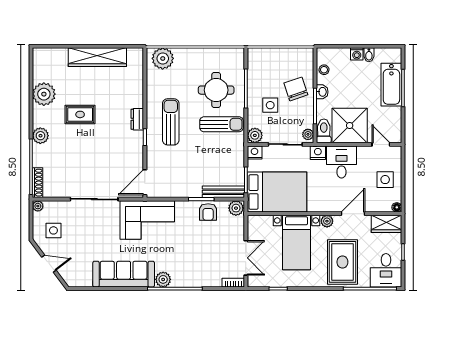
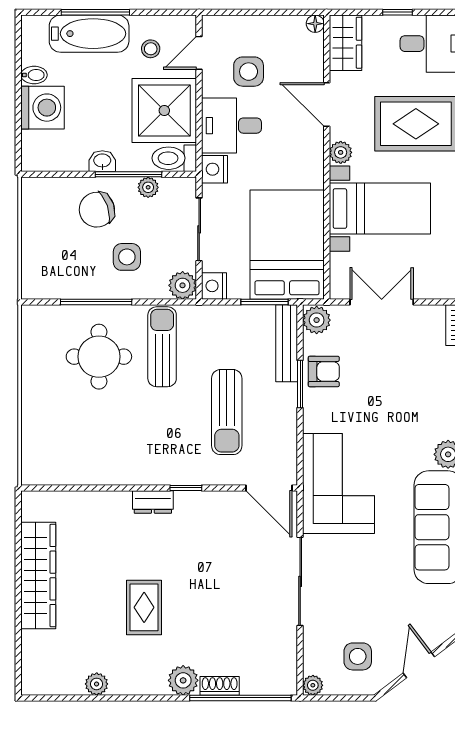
washing machine: (357, 54) -> (43, 108), width x1.89, depth x1.89
plant: (163, 58) -> (41, 455), removed
stool: (324, 70) -> (151, 49), moved
plant: (44, 94) -> (97, 684), width x0.53, depth x0.53
sun lounger: (171, 122) -> (227, 412), moved, turned -90
plant: (308, 134) -> (148, 187), moved
side table: (385, 180) -> (249, 72), moved
shoe rack: (38, 183) -> (220, 686), moved, width x0.70
double door: (246, 258) -> (382, 302), moved

